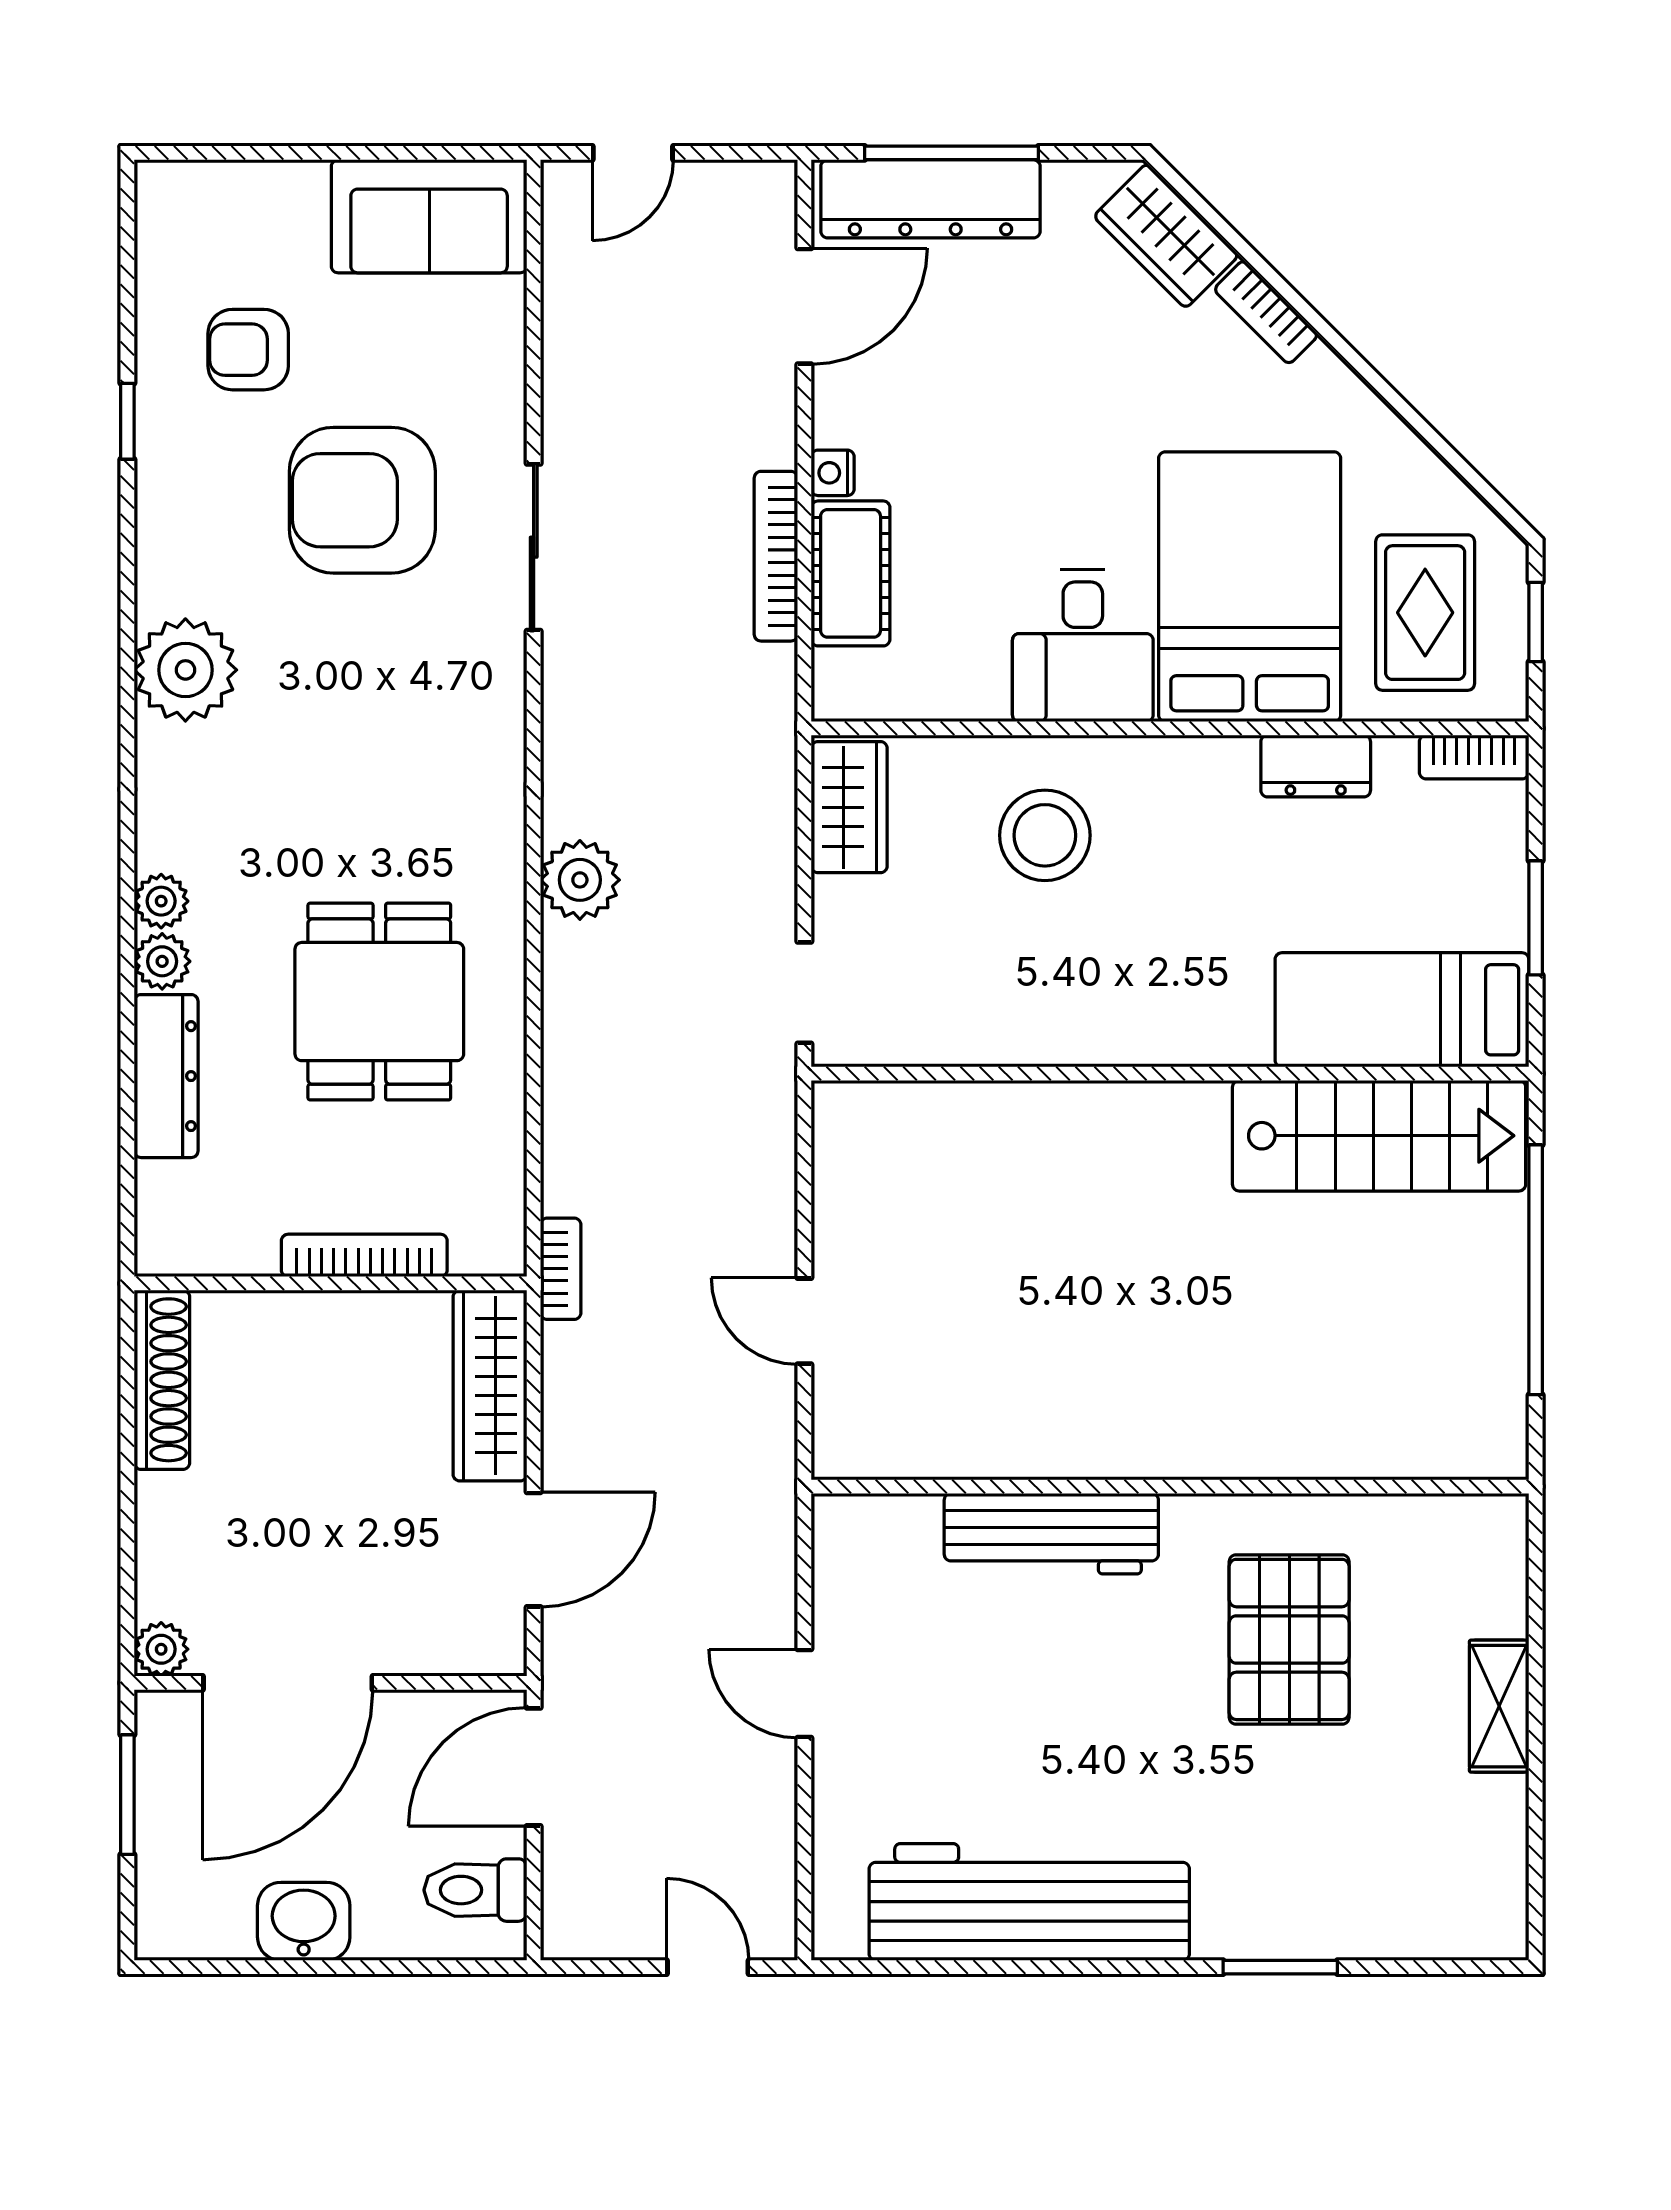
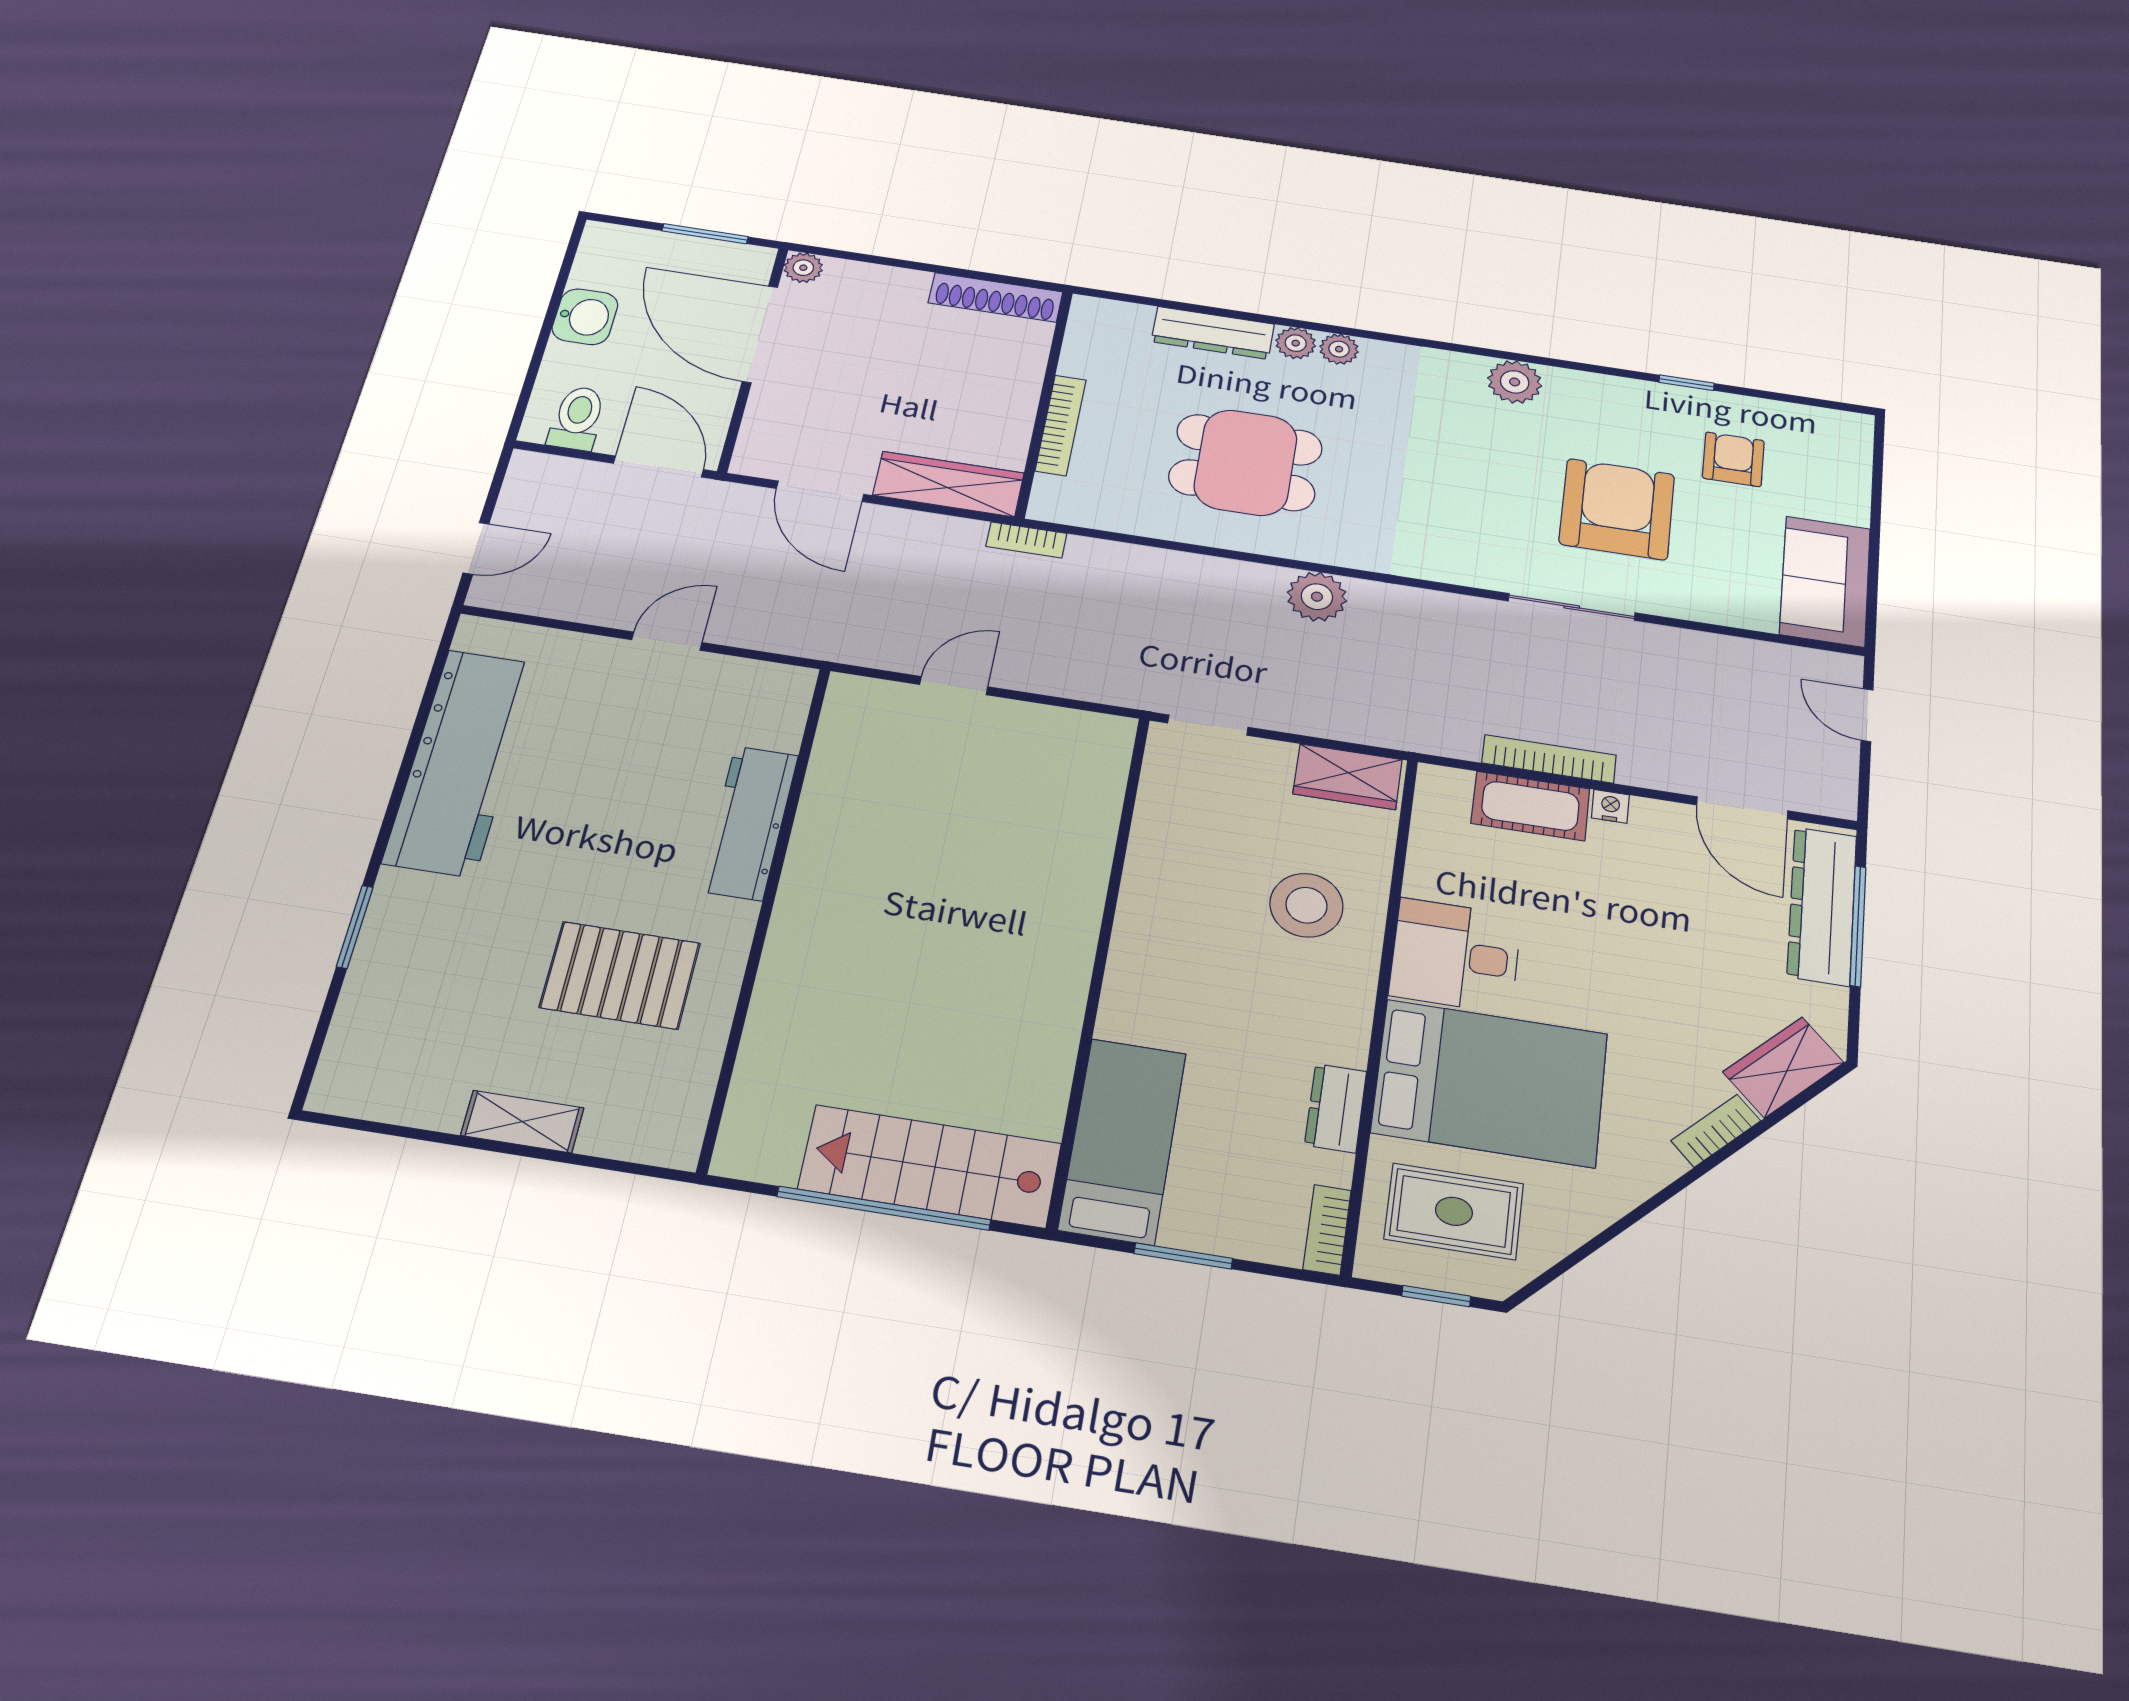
plant: (185, 670) -> (1515, 382), width x0.73, depth x0.73
stairs: (1379, 1136) -> (930, 1166), moved, turned 90

